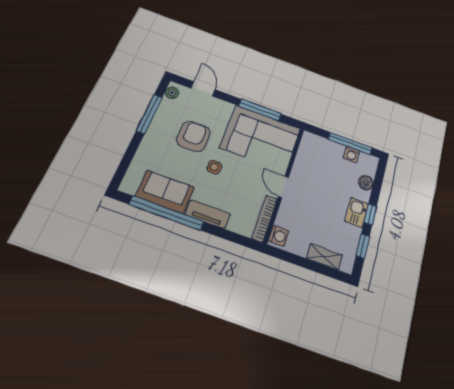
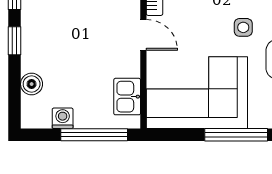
window: (260, 110) -> (236, 135), moved
window: (350, 143) -> (94, 135), moved
kitchen sink: (357, 212) -> (127, 97), moved, turned 180

